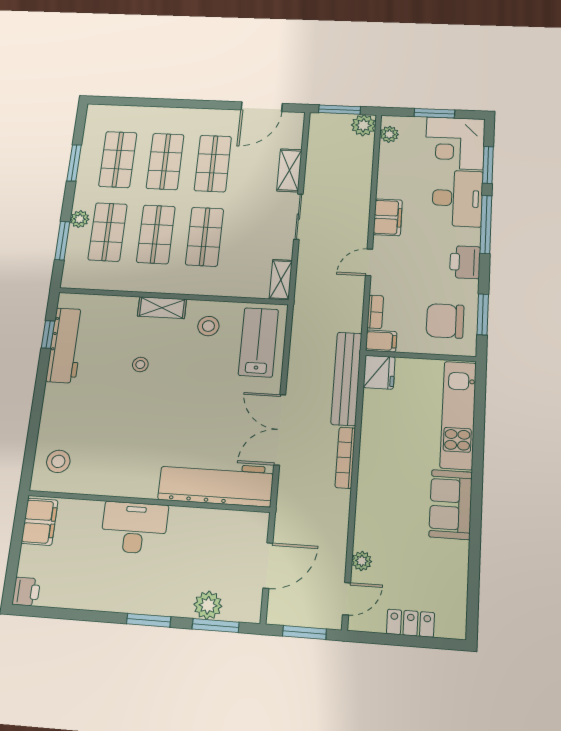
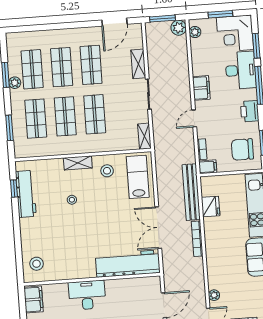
plant: (80, 219) -> (15, 83), moved
fridge: (379, 372) -> (211, 206), moved

